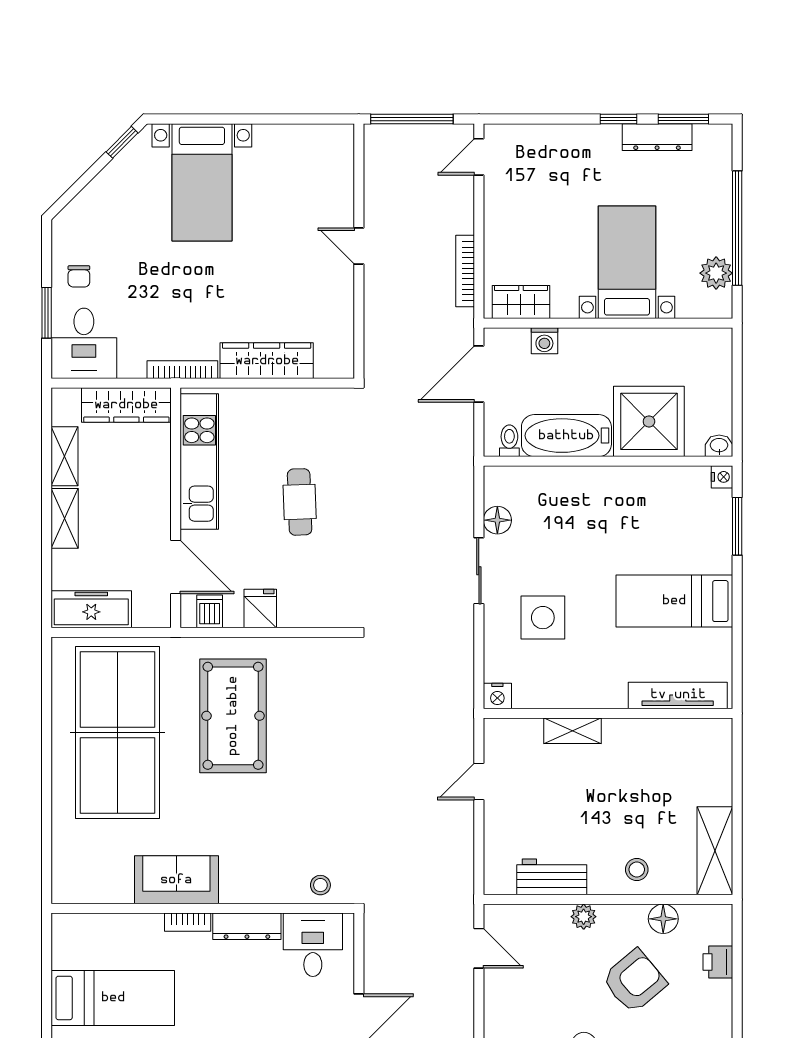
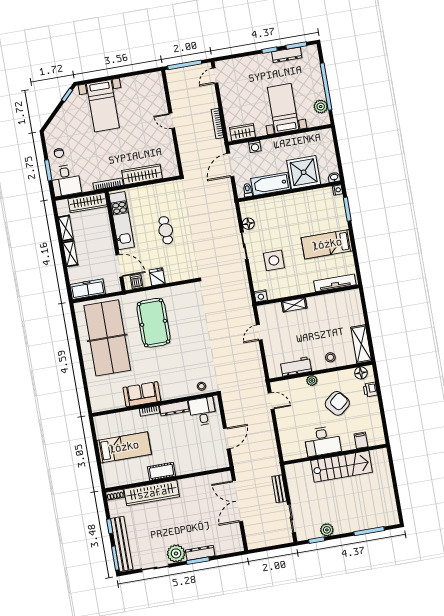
floor lamp: (663, 919) -> (361, 373), moved

